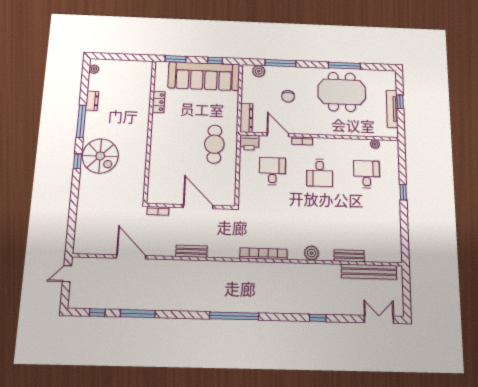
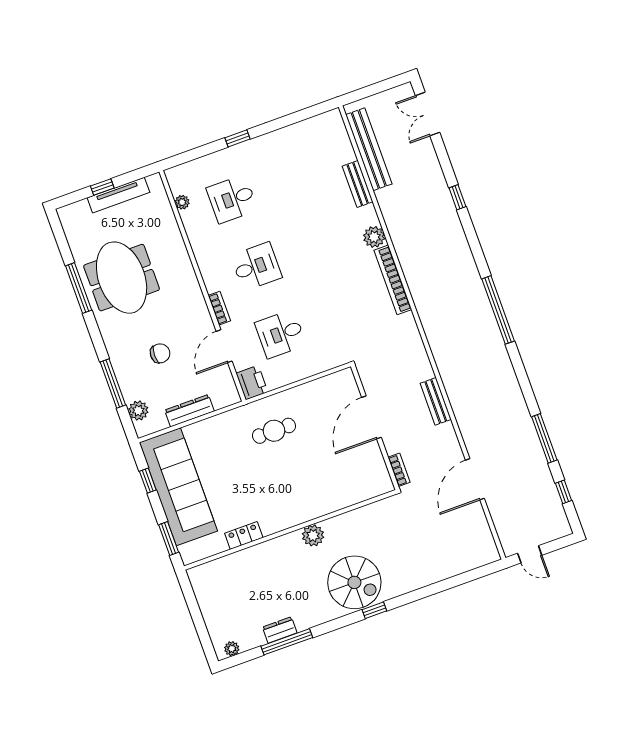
dresser: (246, 118) -> (189, 411), moved
window: (81, 121) -> (287, 642), moved
plant: (140, 142) -> (313, 535), added
cafe table: (214, 144) -> (274, 431), width x0.73, depth x0.74
spiral stairs: (100, 156) -> (354, 582), turned 90
bookcase: (263, 254) -> (393, 280), moved

